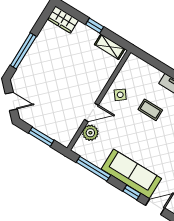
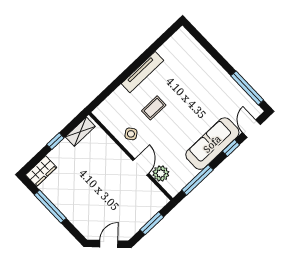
window: (23, 51) -> (50, 206), moved

